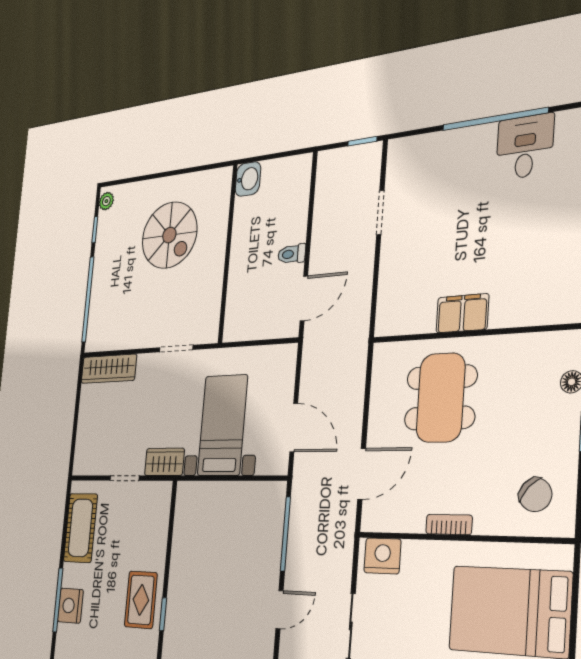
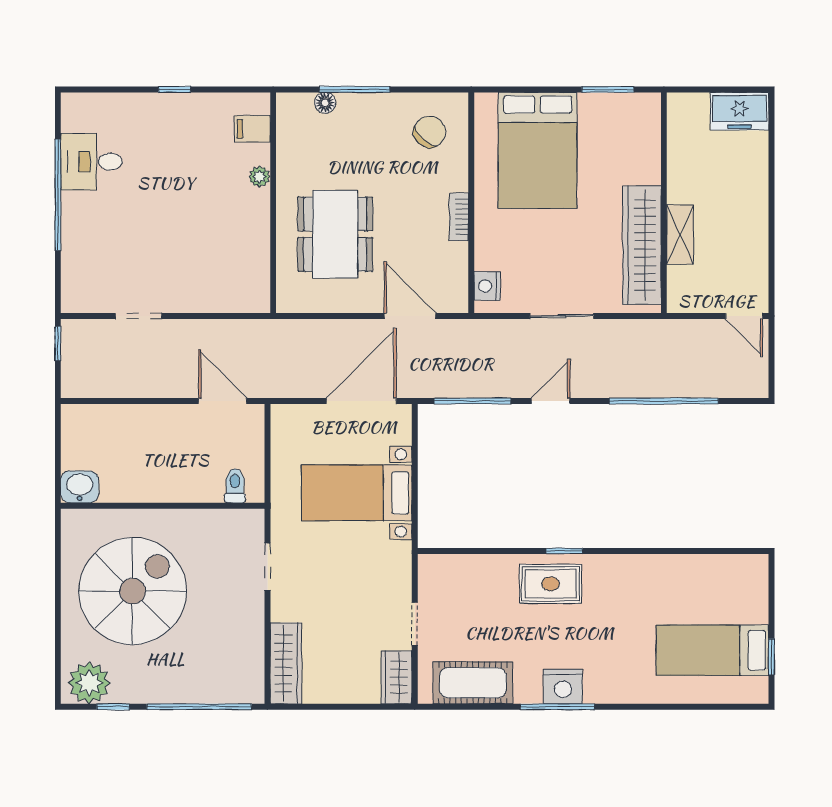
plant: (106, 201) -> (89, 683), width x1.87, depth x1.87
spiral stairs: (169, 235) -> (133, 591), width x1.37, depth x1.37
toilet: (292, 254) -> (235, 486), moved, turned 180
filing cabinet: (462, 313) -> (252, 129), moved, width x0.50
plant: (500, 318) -> (259, 177), added
dining table: (441, 398) -> (335, 234), turned 90
door: (294, 428) -> (361, 401), width x1.36
wardrobe: (164, 462) -> (396, 677), moved
nightstand: (382, 556) -> (487, 286), width x0.74, depth x0.75
door: (279, 610) -> (551, 401), hinge flipped

